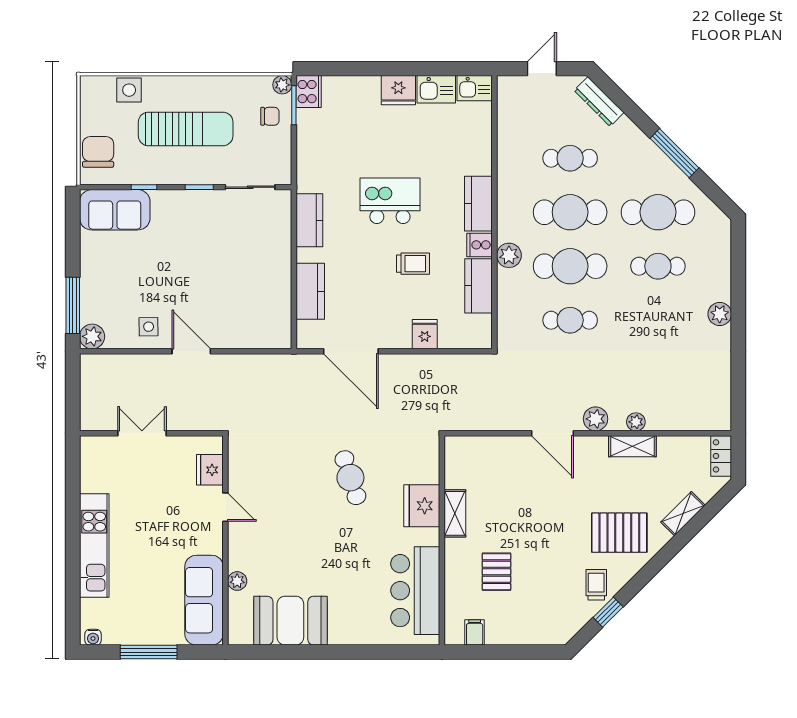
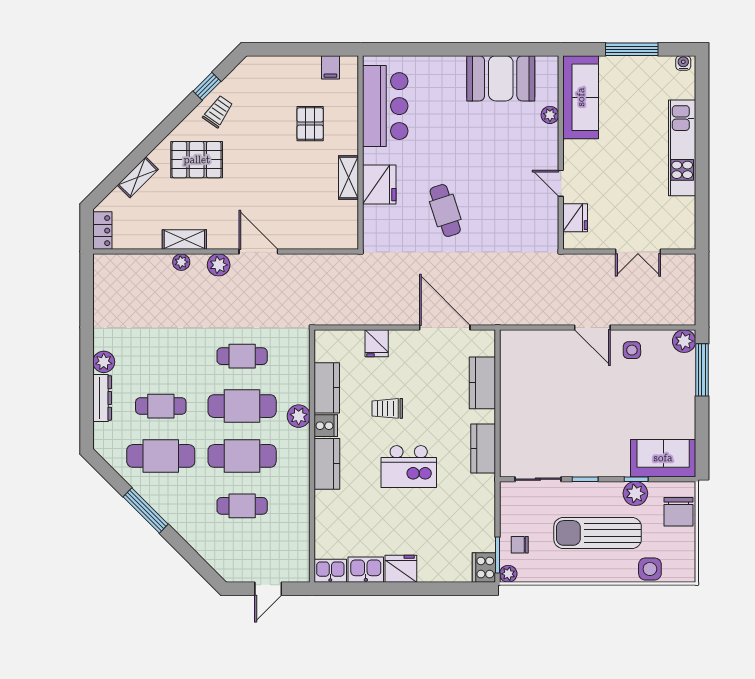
dresser: (599, 102) -> (102, 398), moved, turned 45
plant: (145, 172) -> (635, 493), added
trolley: (596, 585) -> (218, 111), turned -145

